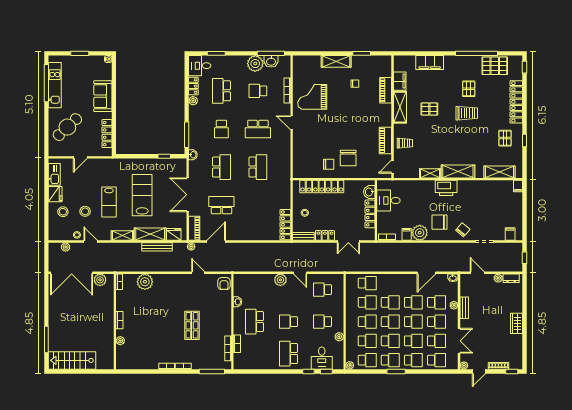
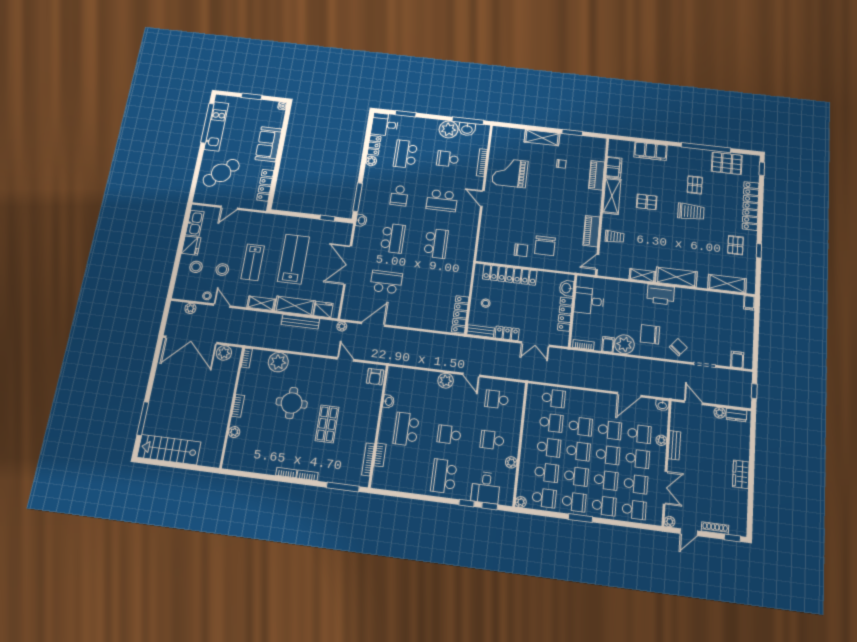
piano: (194, 228) -> (349, 305), removed
round table: (161, 313) -> (292, 403), added

